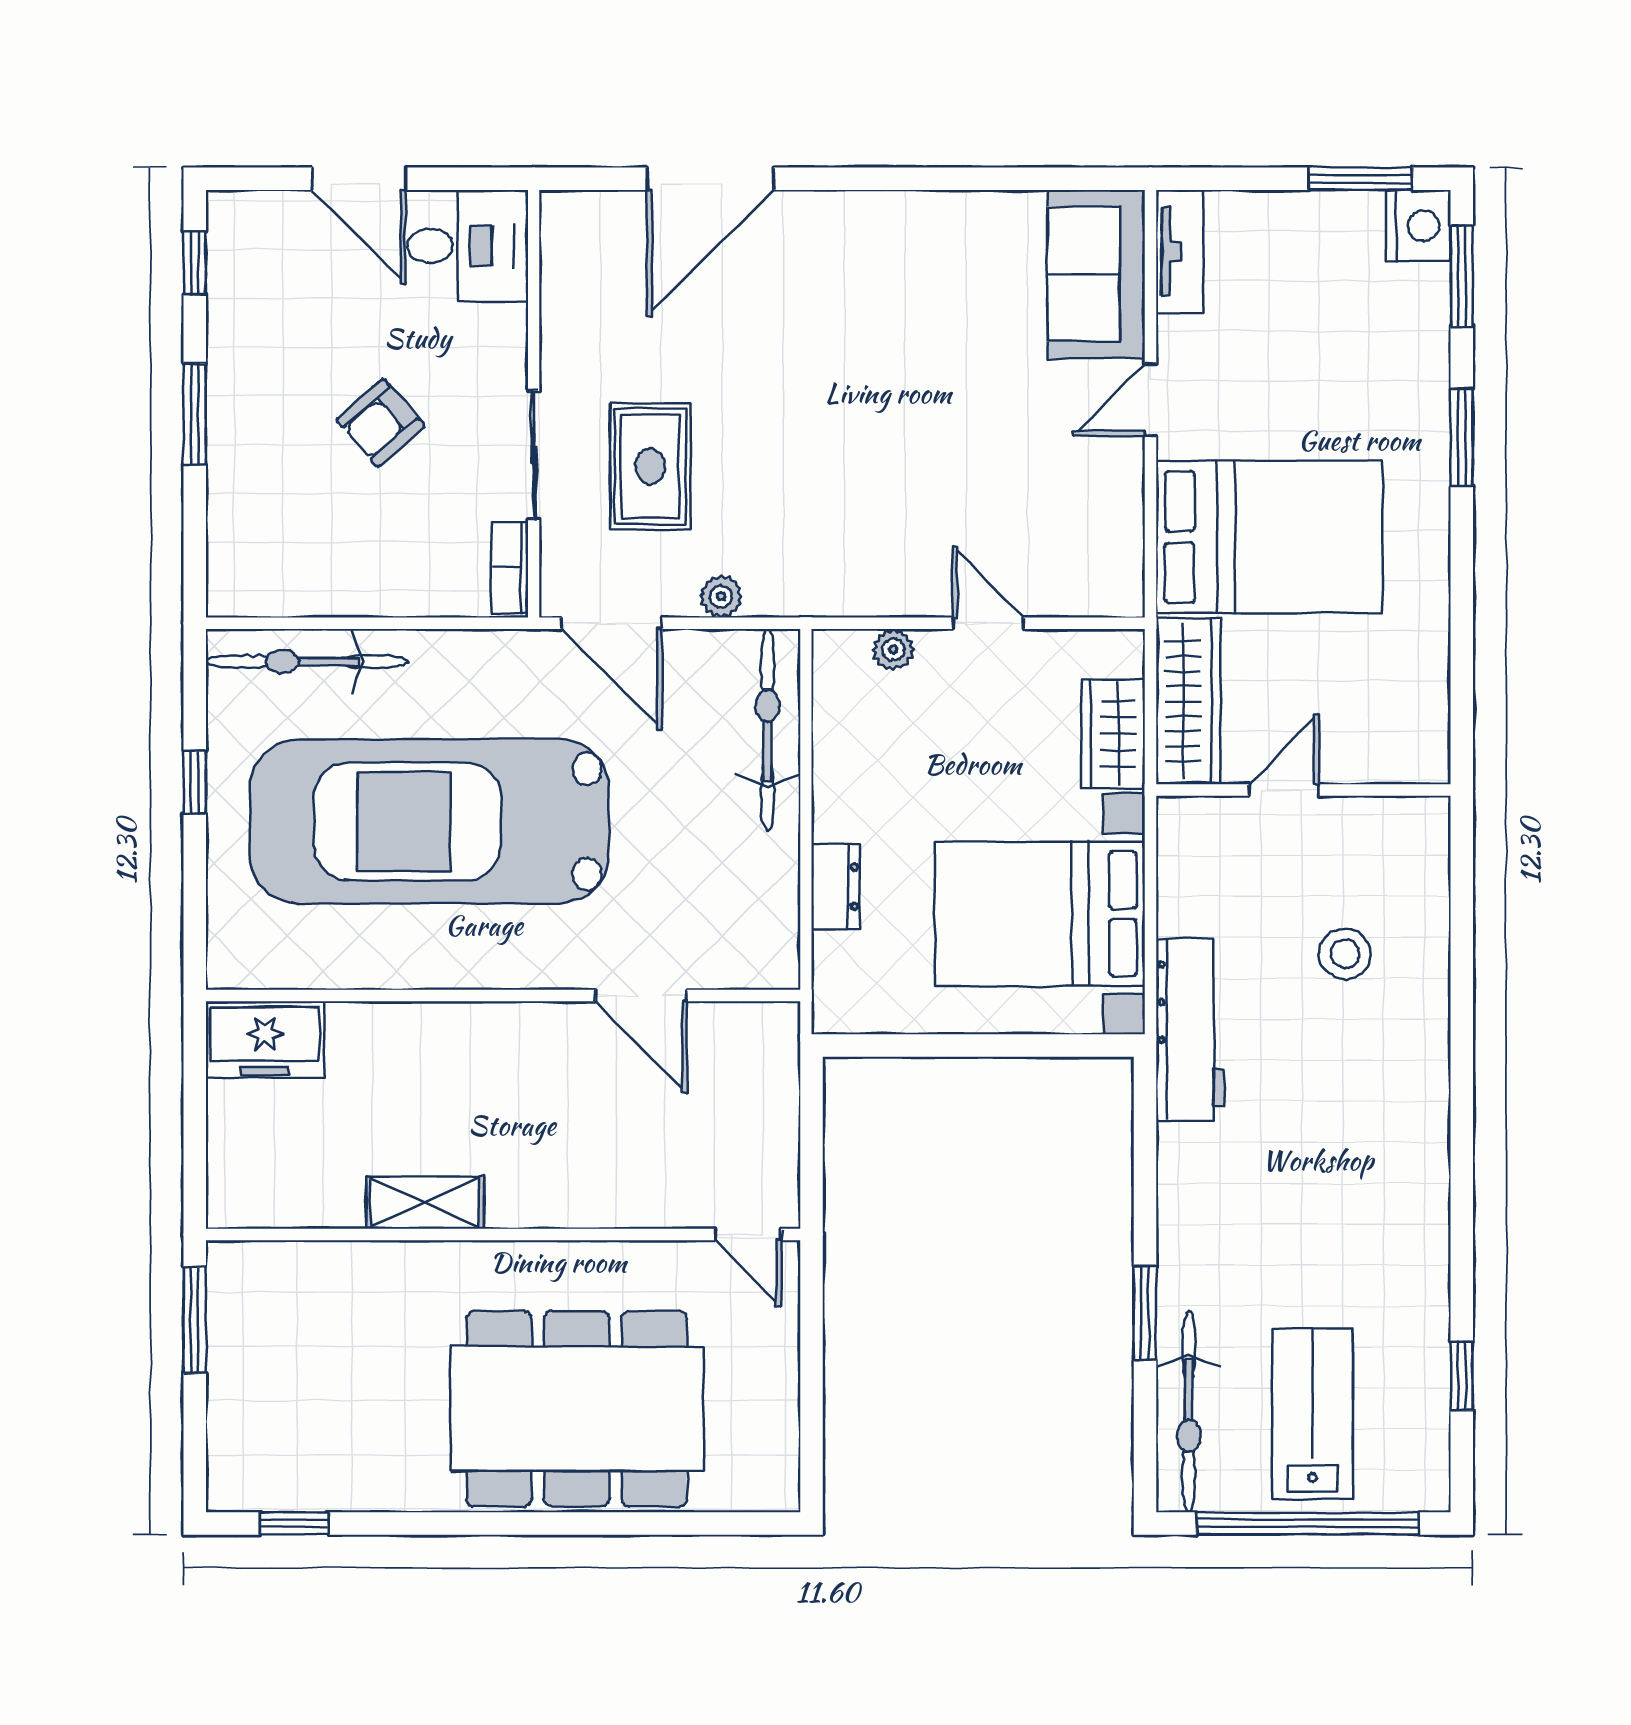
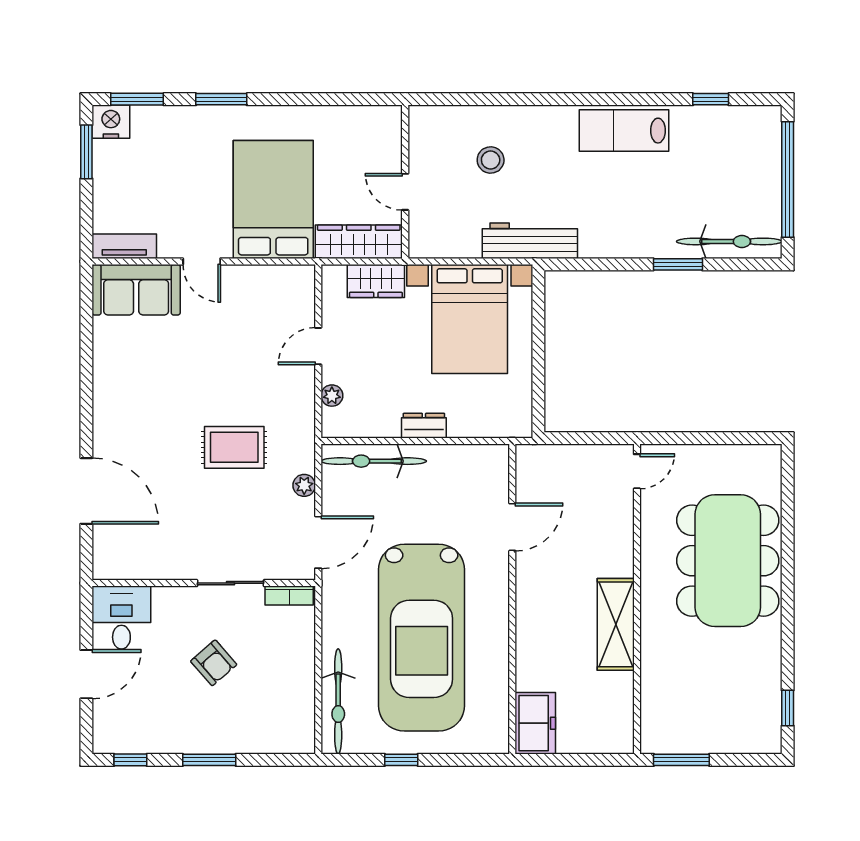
rug: (650, 467) -> (234, 447), moved
dresser: (836, 887) -> (424, 426), moved
shelving: (425, 1203) -> (616, 624), width x1.50, depth x1.33
lab bench: (1313, 1414) -> (624, 131), moved

